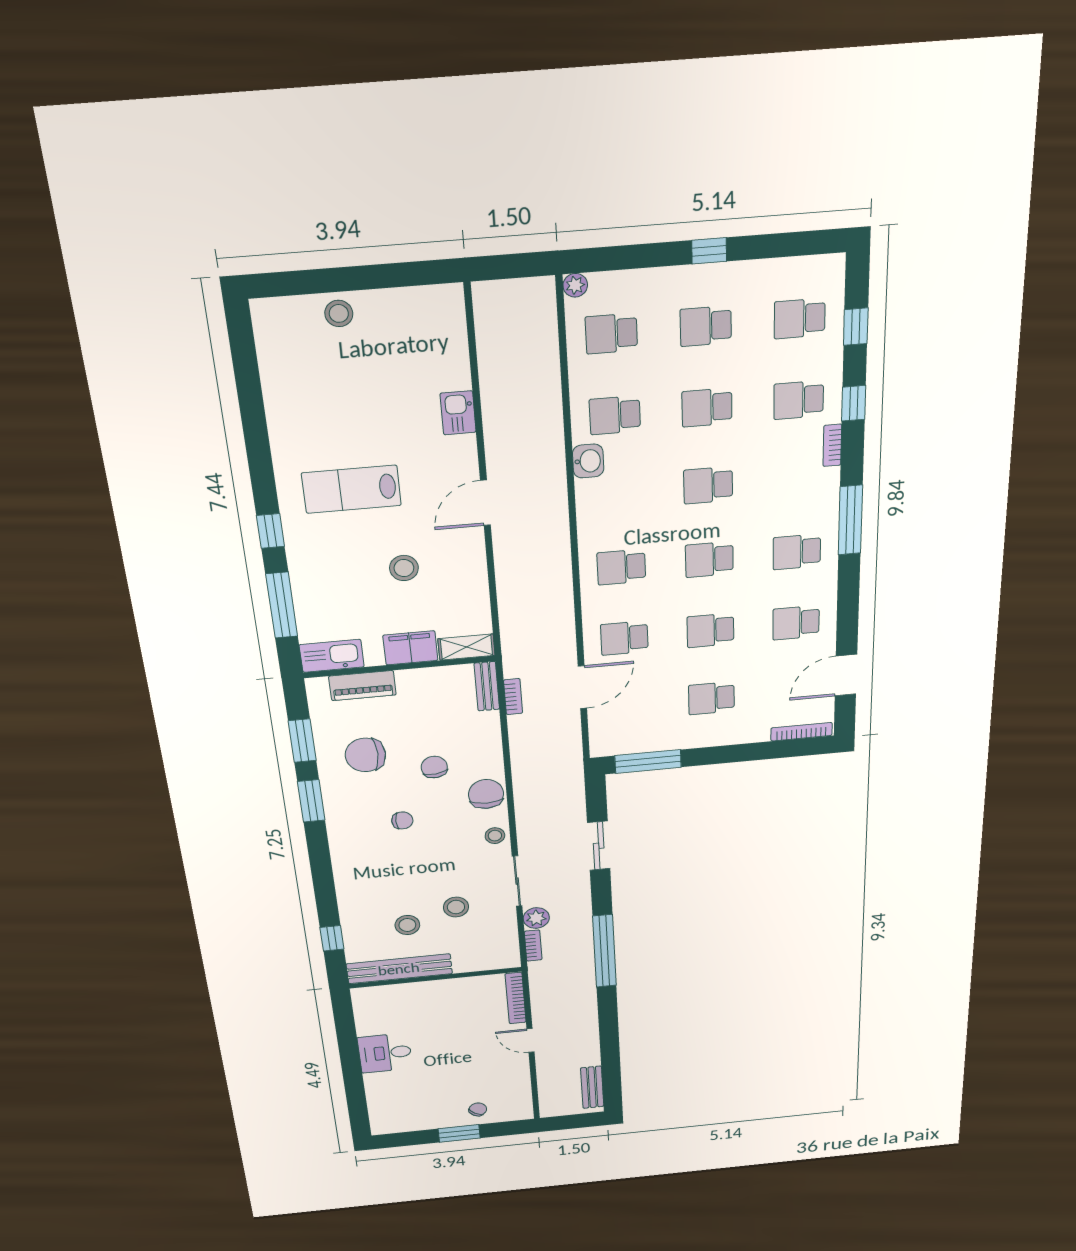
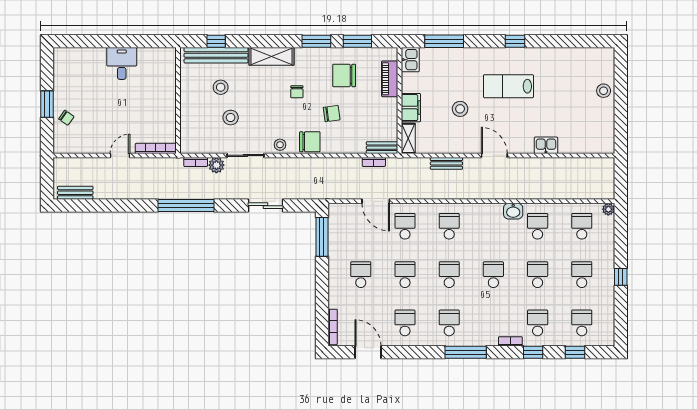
lab bench: (351, 489) -> (508, 86), turned -90
window: (270, 531) -> (515, 41), moved
bench: (507, 582) -> (446, 163), added
kitchen sink: (332, 656) -> (410, 60), width x0.73
chair: (365, 755) -> (344, 75), turned -90
shelving: (346, 862) -> (271, 56), added
bench: (399, 969) -> (216, 55), moved, turned 90

